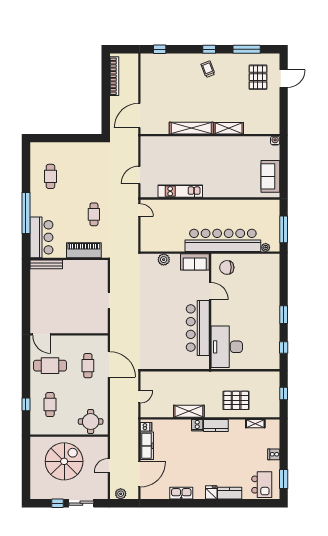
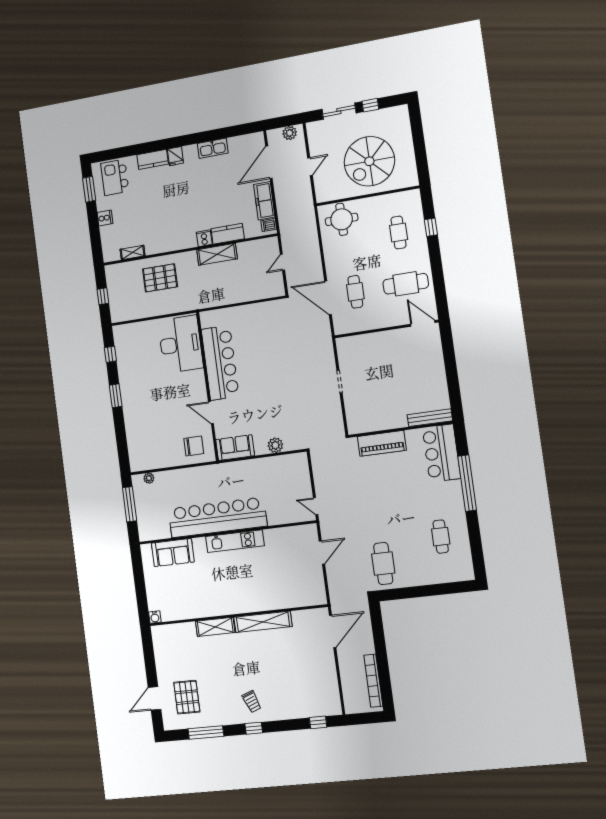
sofa: (270, 176) -> (173, 553), moved, turned 90
kitchen unit: (180, 191) -> (235, 541), moved
cafe table: (94, 214) -> (383, 564), moved, width x1.37, depth x1.35
bar counter: (223, 240) -> (217, 517), moved, turned 180
kitchen counter: (216, 425) -> (228, 234), moved

